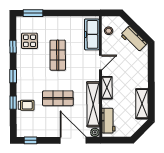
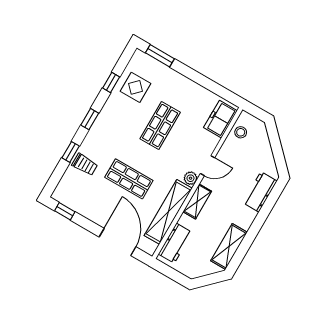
freezer: (92, 34) -> (220, 119), width x0.71
workbench: (134, 39) -> (260, 192), moved, turned 45
plant: (95, 132) -> (191, 178), moved

